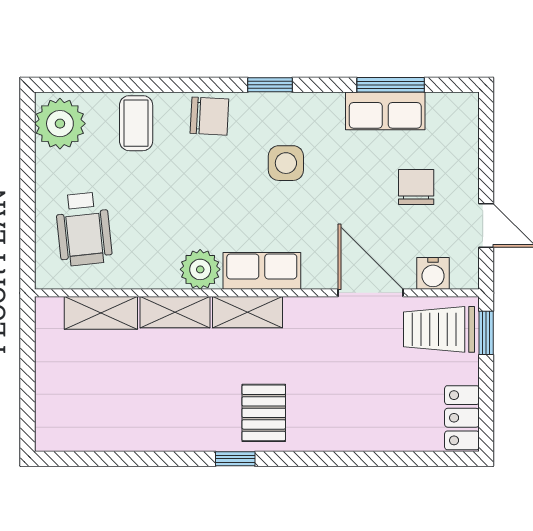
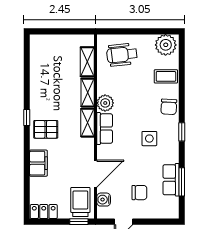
filing cabinet: (345, 431) -> (38, 163), added

